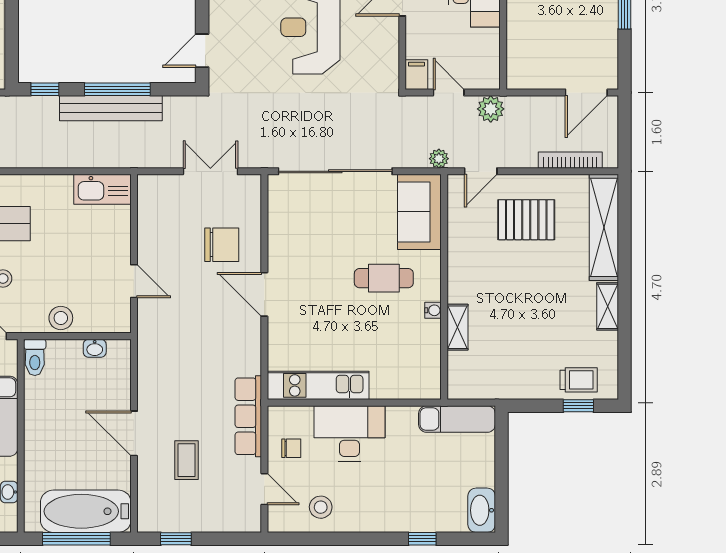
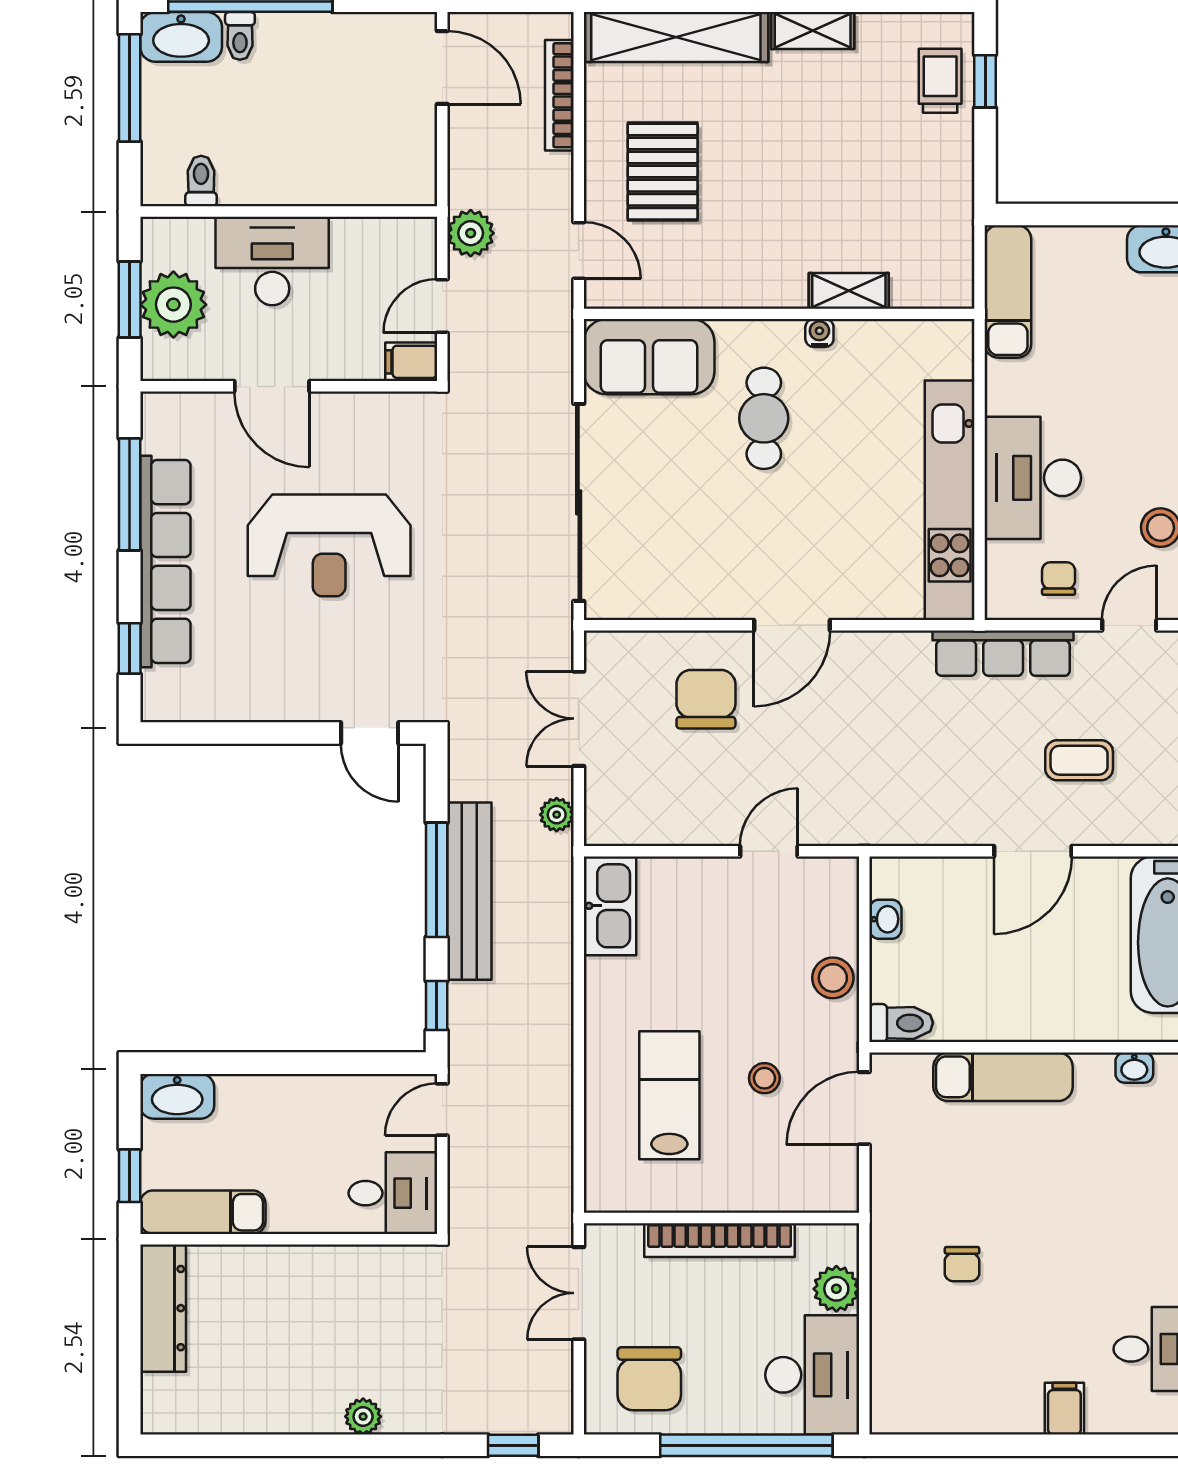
plant: (439, 159) -> (557, 815), moved
kitchen unit: (318, 385) -> (950, 500), width x1.36

